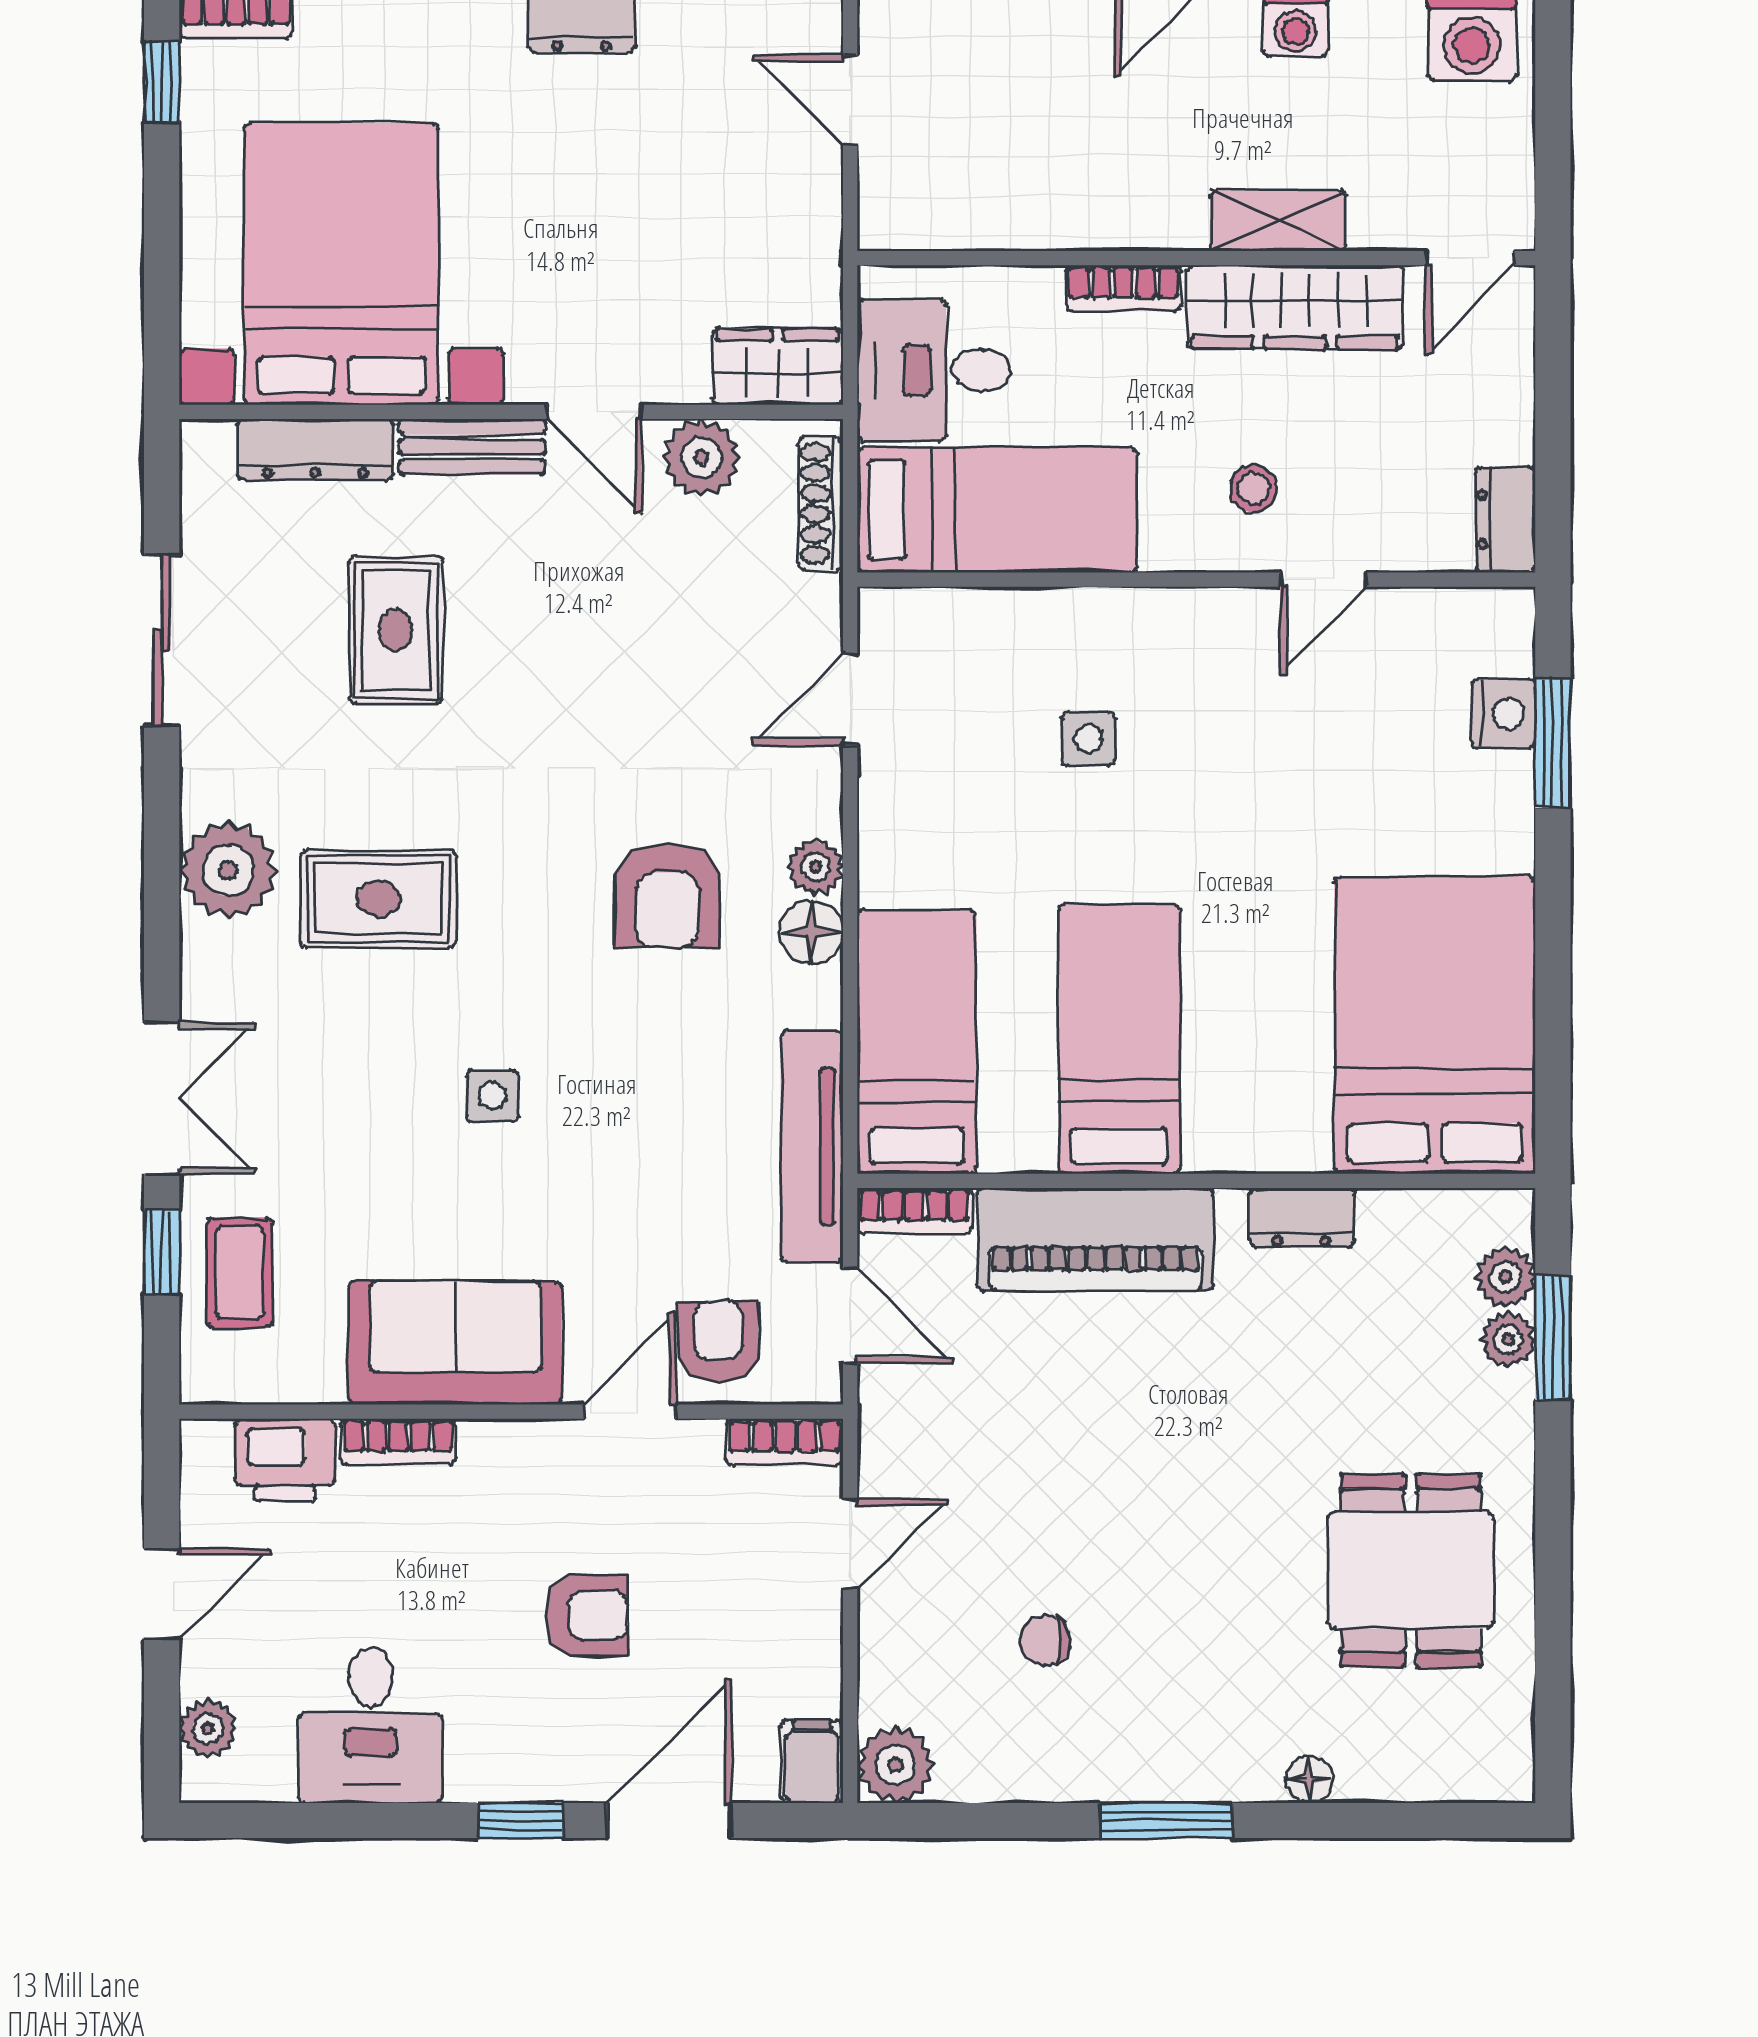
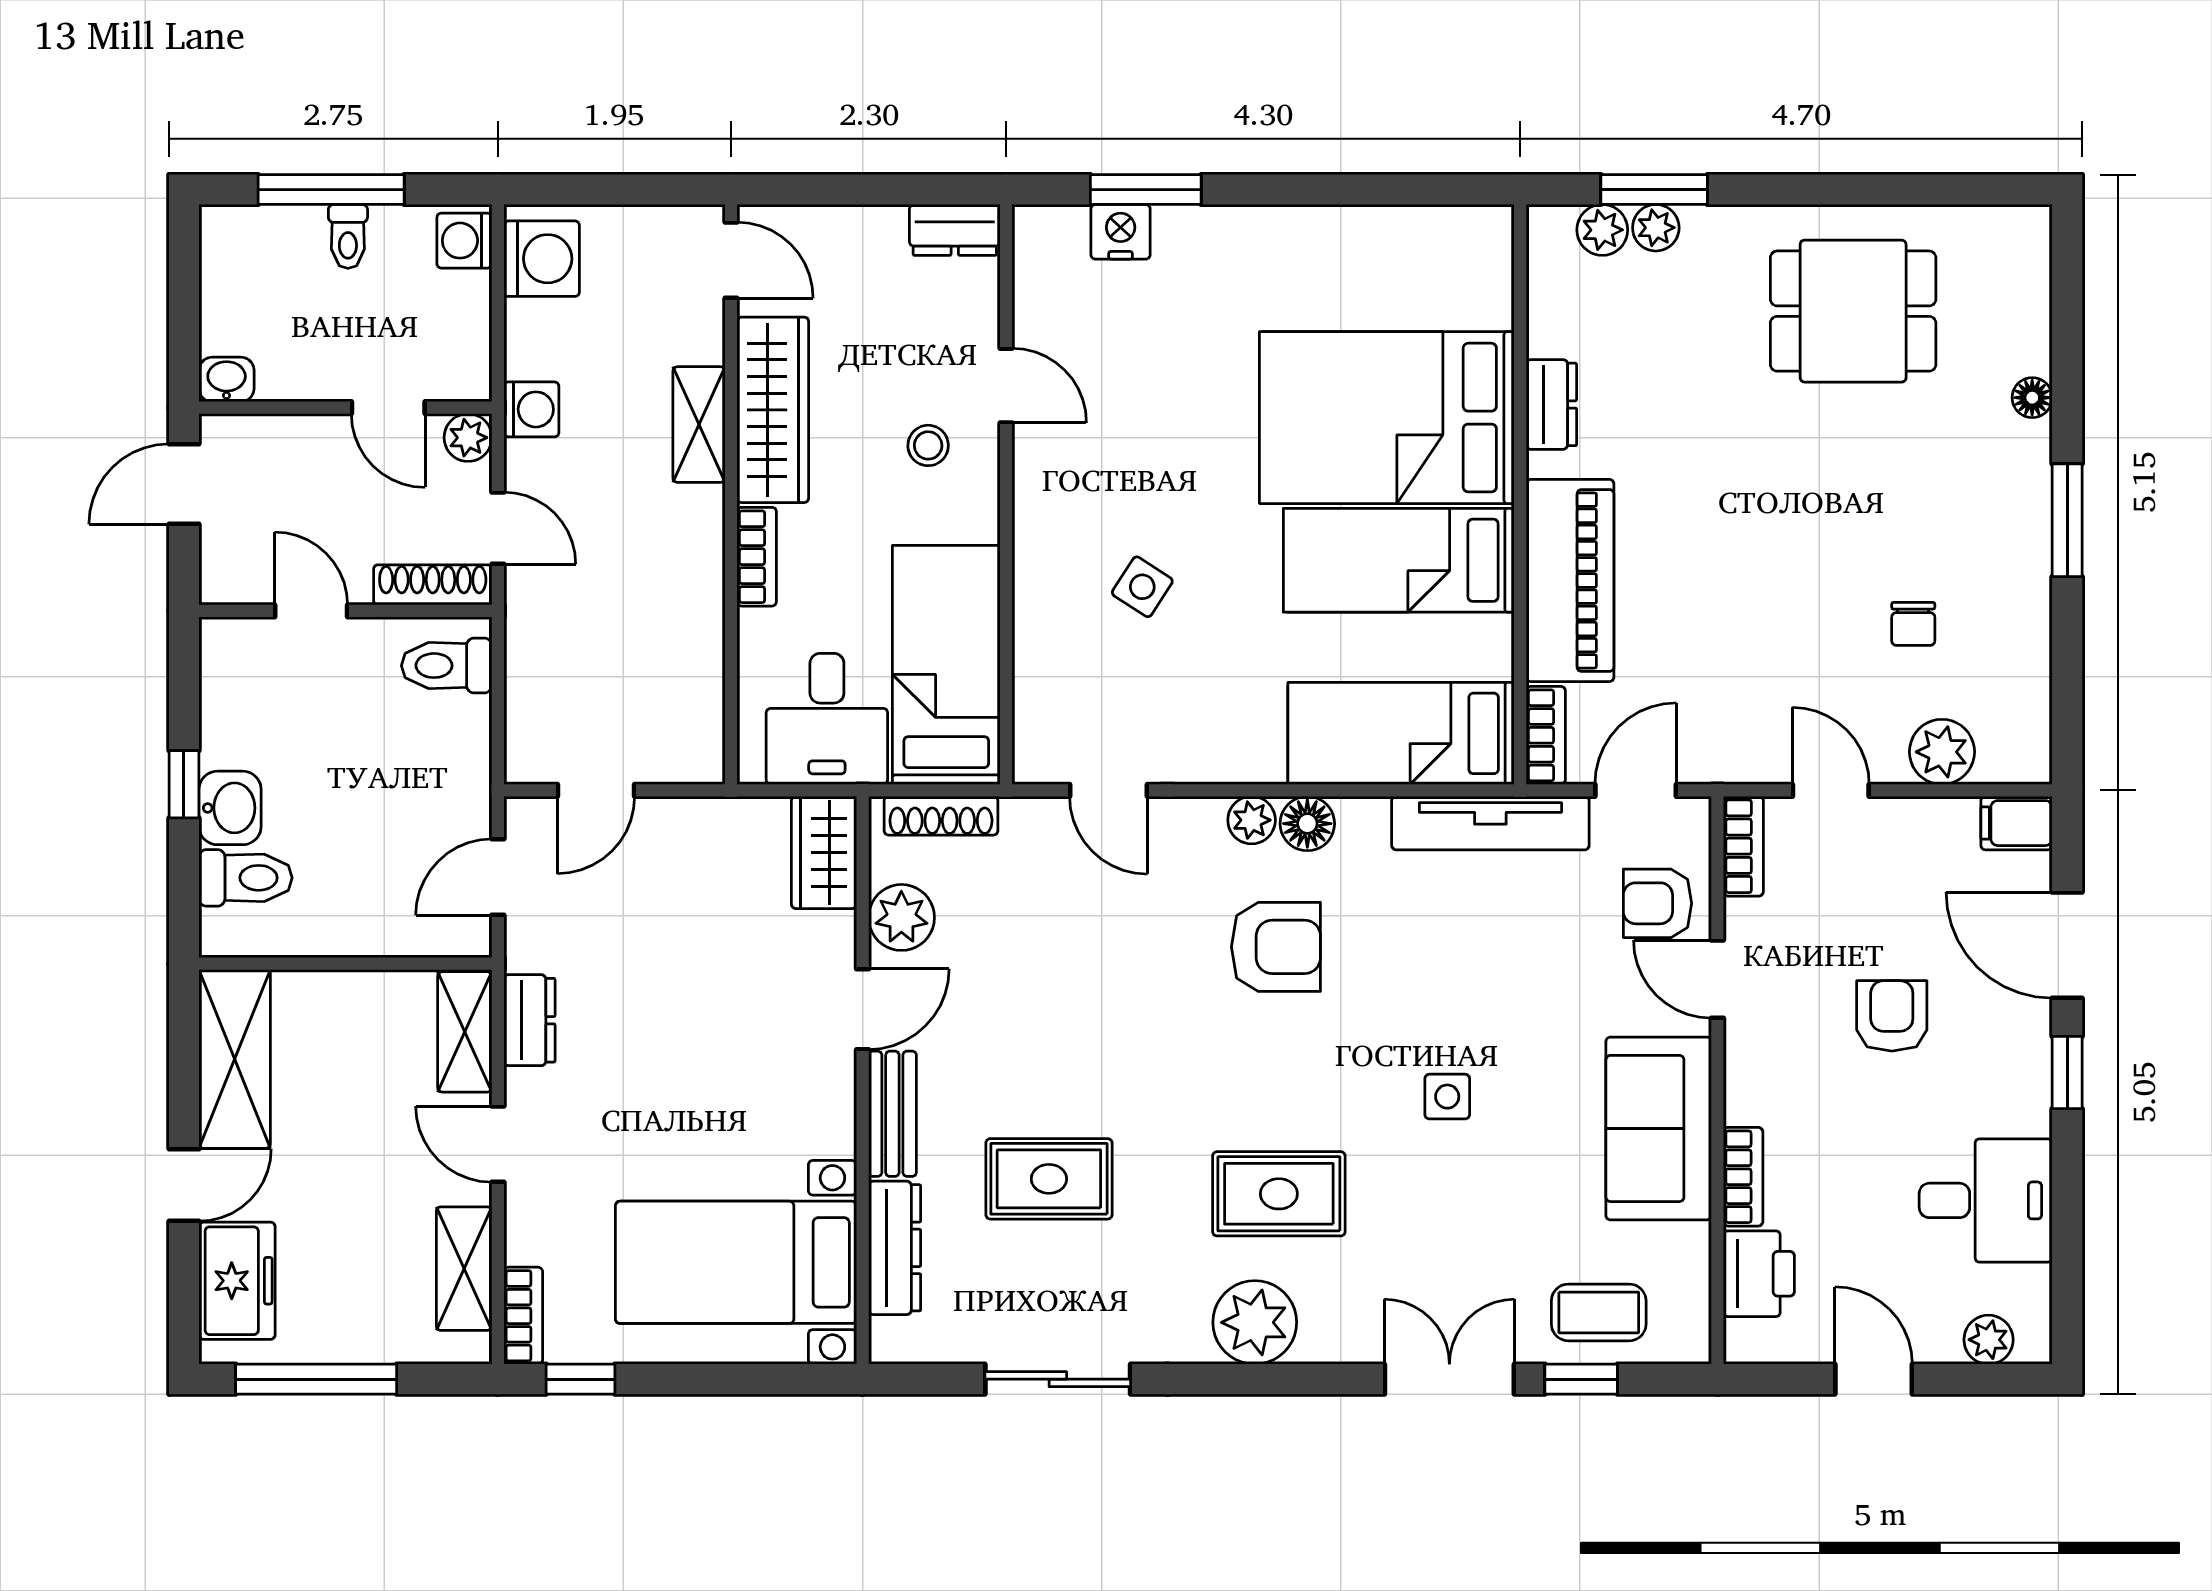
bed with nightstands: (341, 264) -> (736, 1262), width x0.73
side table: (1088, 739) -> (1142, 587), turned 33
rug: (378, 899) -> (1279, 1194), turned 90
bed: (1435, 1025) -> (1387, 418), moved
plant: (895, 1765) -> (1942, 752), moved

